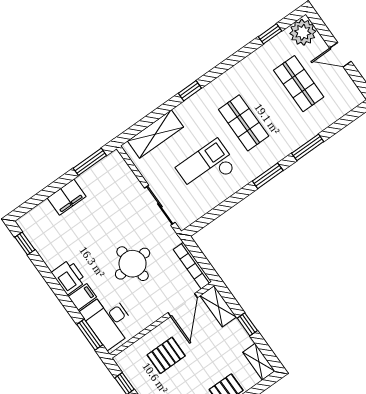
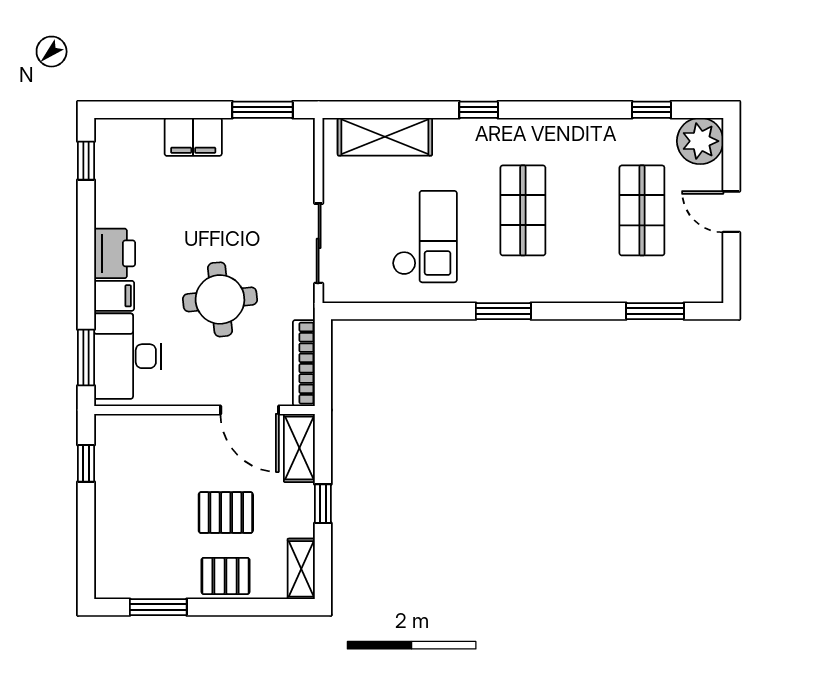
window: (308, 147) -> (655, 311), moved
checkout: (207, 167) -> (425, 237), turned 90
door: (183, 305) -> (250, 410), hinge flipped
pallet: (166, 355) -> (226, 513), moved

